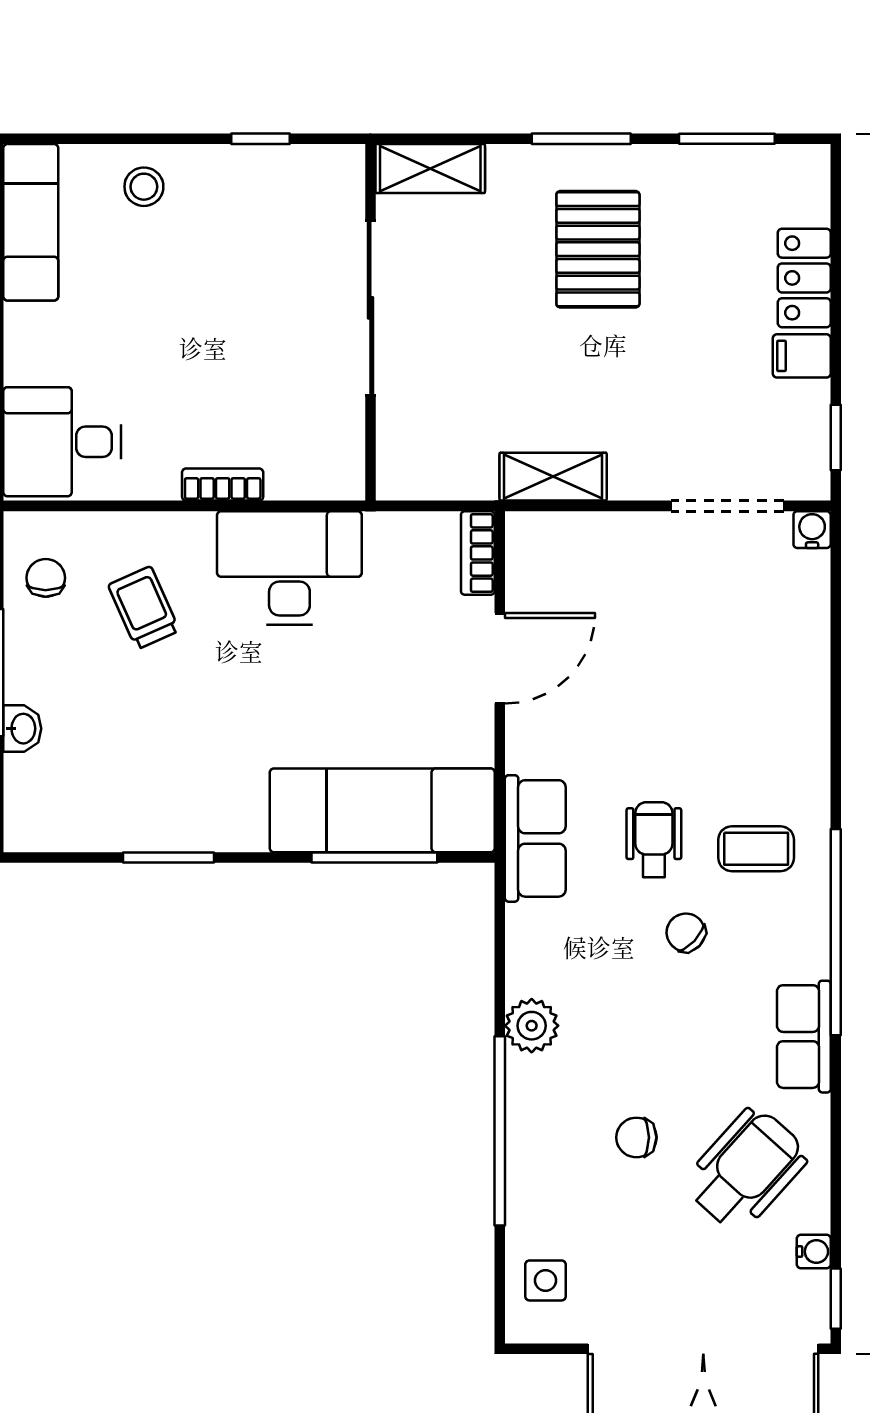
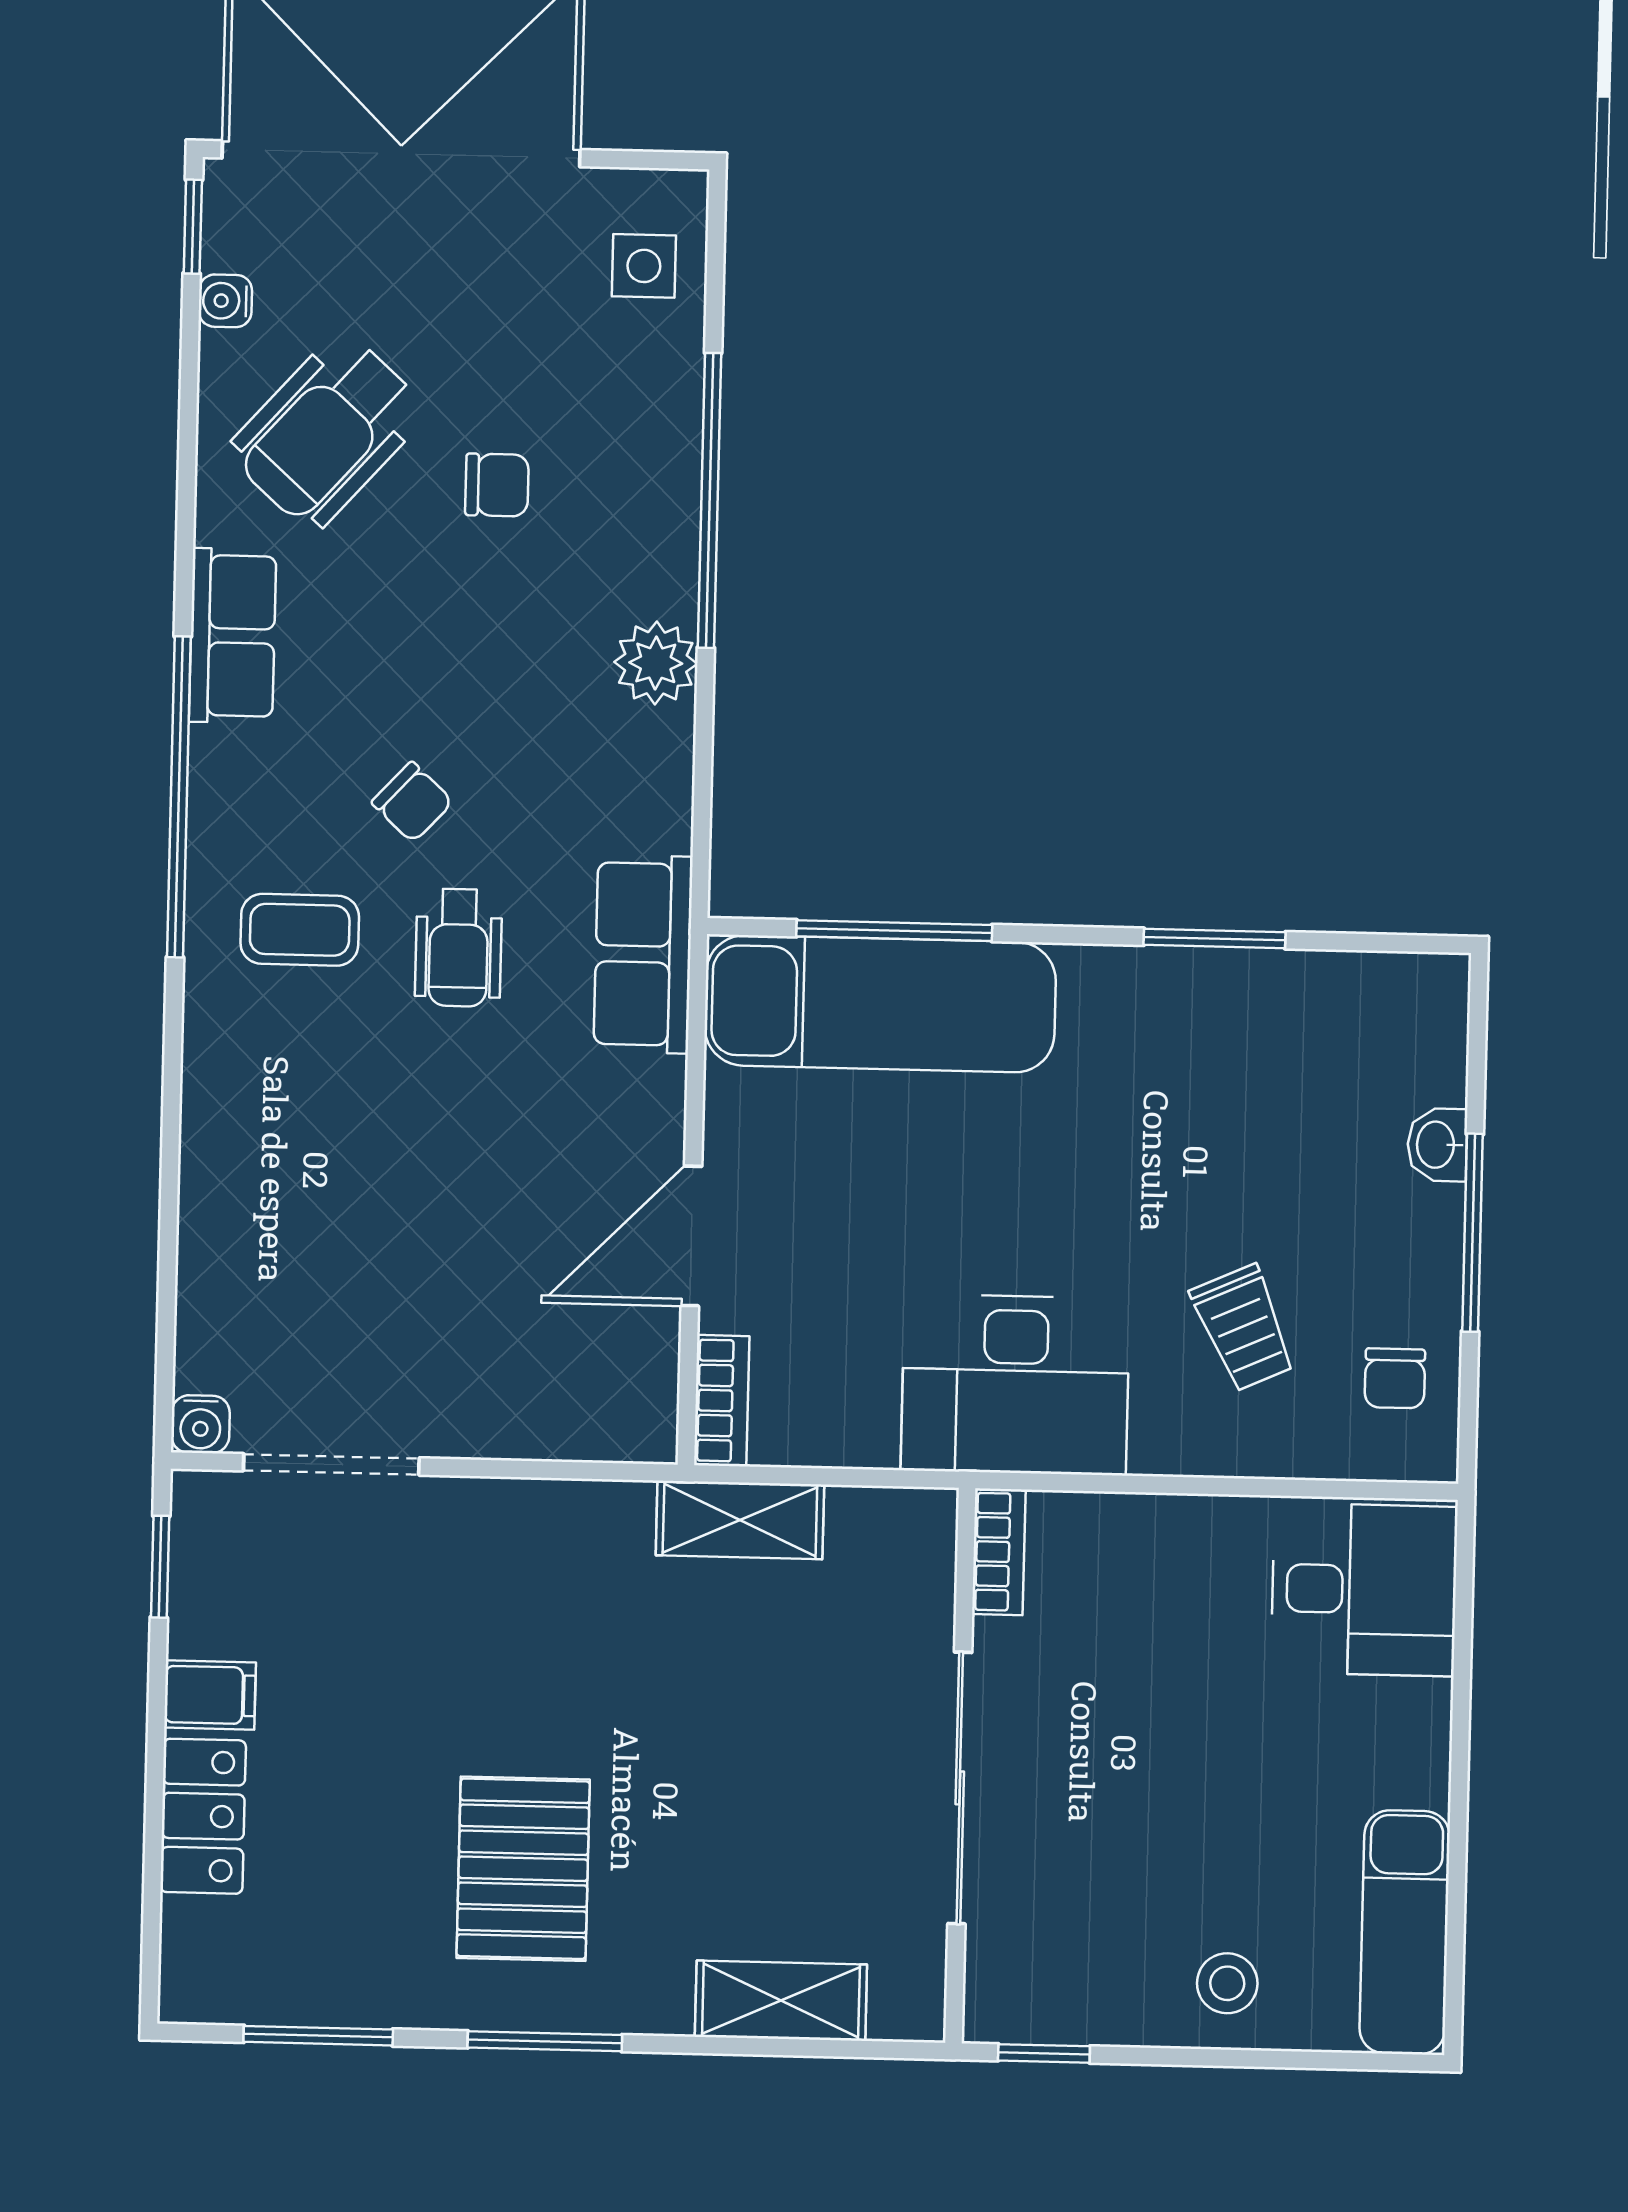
sliding door: (370, 308) -> (960, 1788), moved
wall: (370, 322) -> (960, 1766), moved
shelving: (553, 477) -> (740, 1520), moved
bookcase: (223, 485) -> (999, 1552), moved, turned -90

